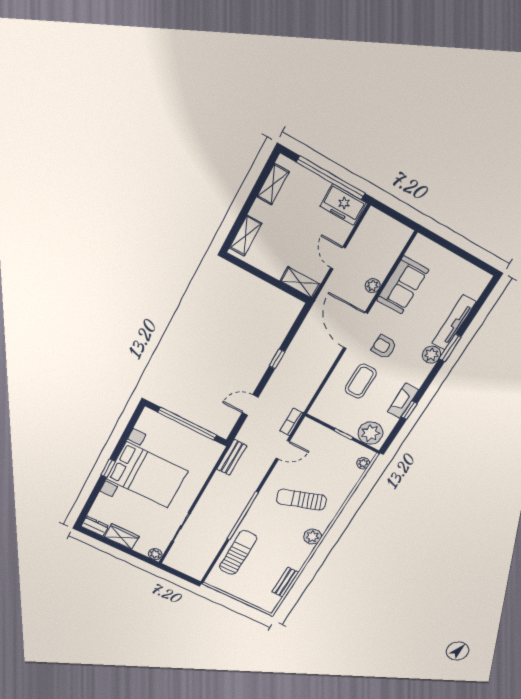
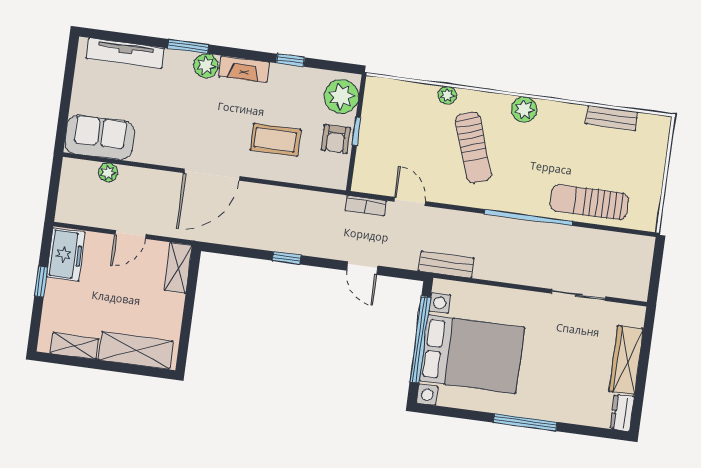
window: (331, 178) -> (41, 282), width x0.32
shelving: (246, 236) -> (135, 350), width x1.50, depth x1.33
sofa: (403, 285) -> (100, 137), moved
plant: (373, 286) -> (108, 173), moved
tv unit: (454, 323) -> (125, 53), moved
armchair: (384, 347) -> (336, 139), moved
fireplace: (403, 401) -> (244, 69), moved
plant: (363, 463) -> (447, 95), moved
window: (108, 468) -> (525, 422), width x2.17
bed with nightstands: (147, 475) -> (472, 354), moved, turned 90
wardrobe: (122, 537) -> (626, 360), width x1.50
plant: (155, 554) -> (635, 316), removed

